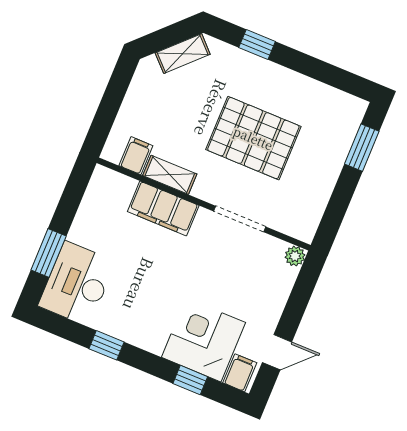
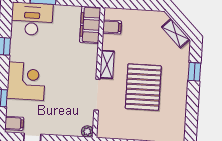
shelving: (170, 175) -> (107, 65), moved
filing cabinet: (163, 208) -> (90, 25), moved
corner desk: (203, 340) -> (26, 81), moved

